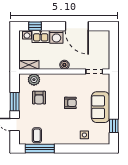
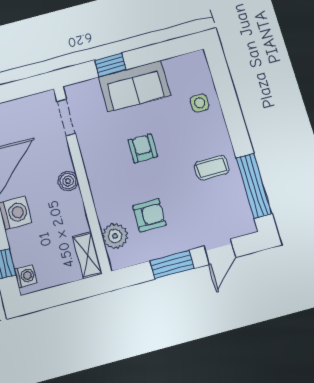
kitchen sink: (41, 37) -> (22, 246), removed
window: (114, 126) -> (110, 65), moved
coffee table: (37, 135) -> (212, 168), moved

